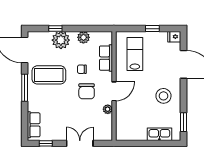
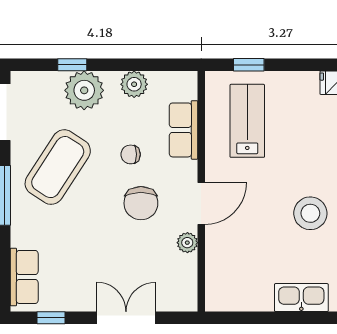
window: (152, 29) -> (249, 65), moved
coffee table: (49, 75) -> (58, 167), turned -57

